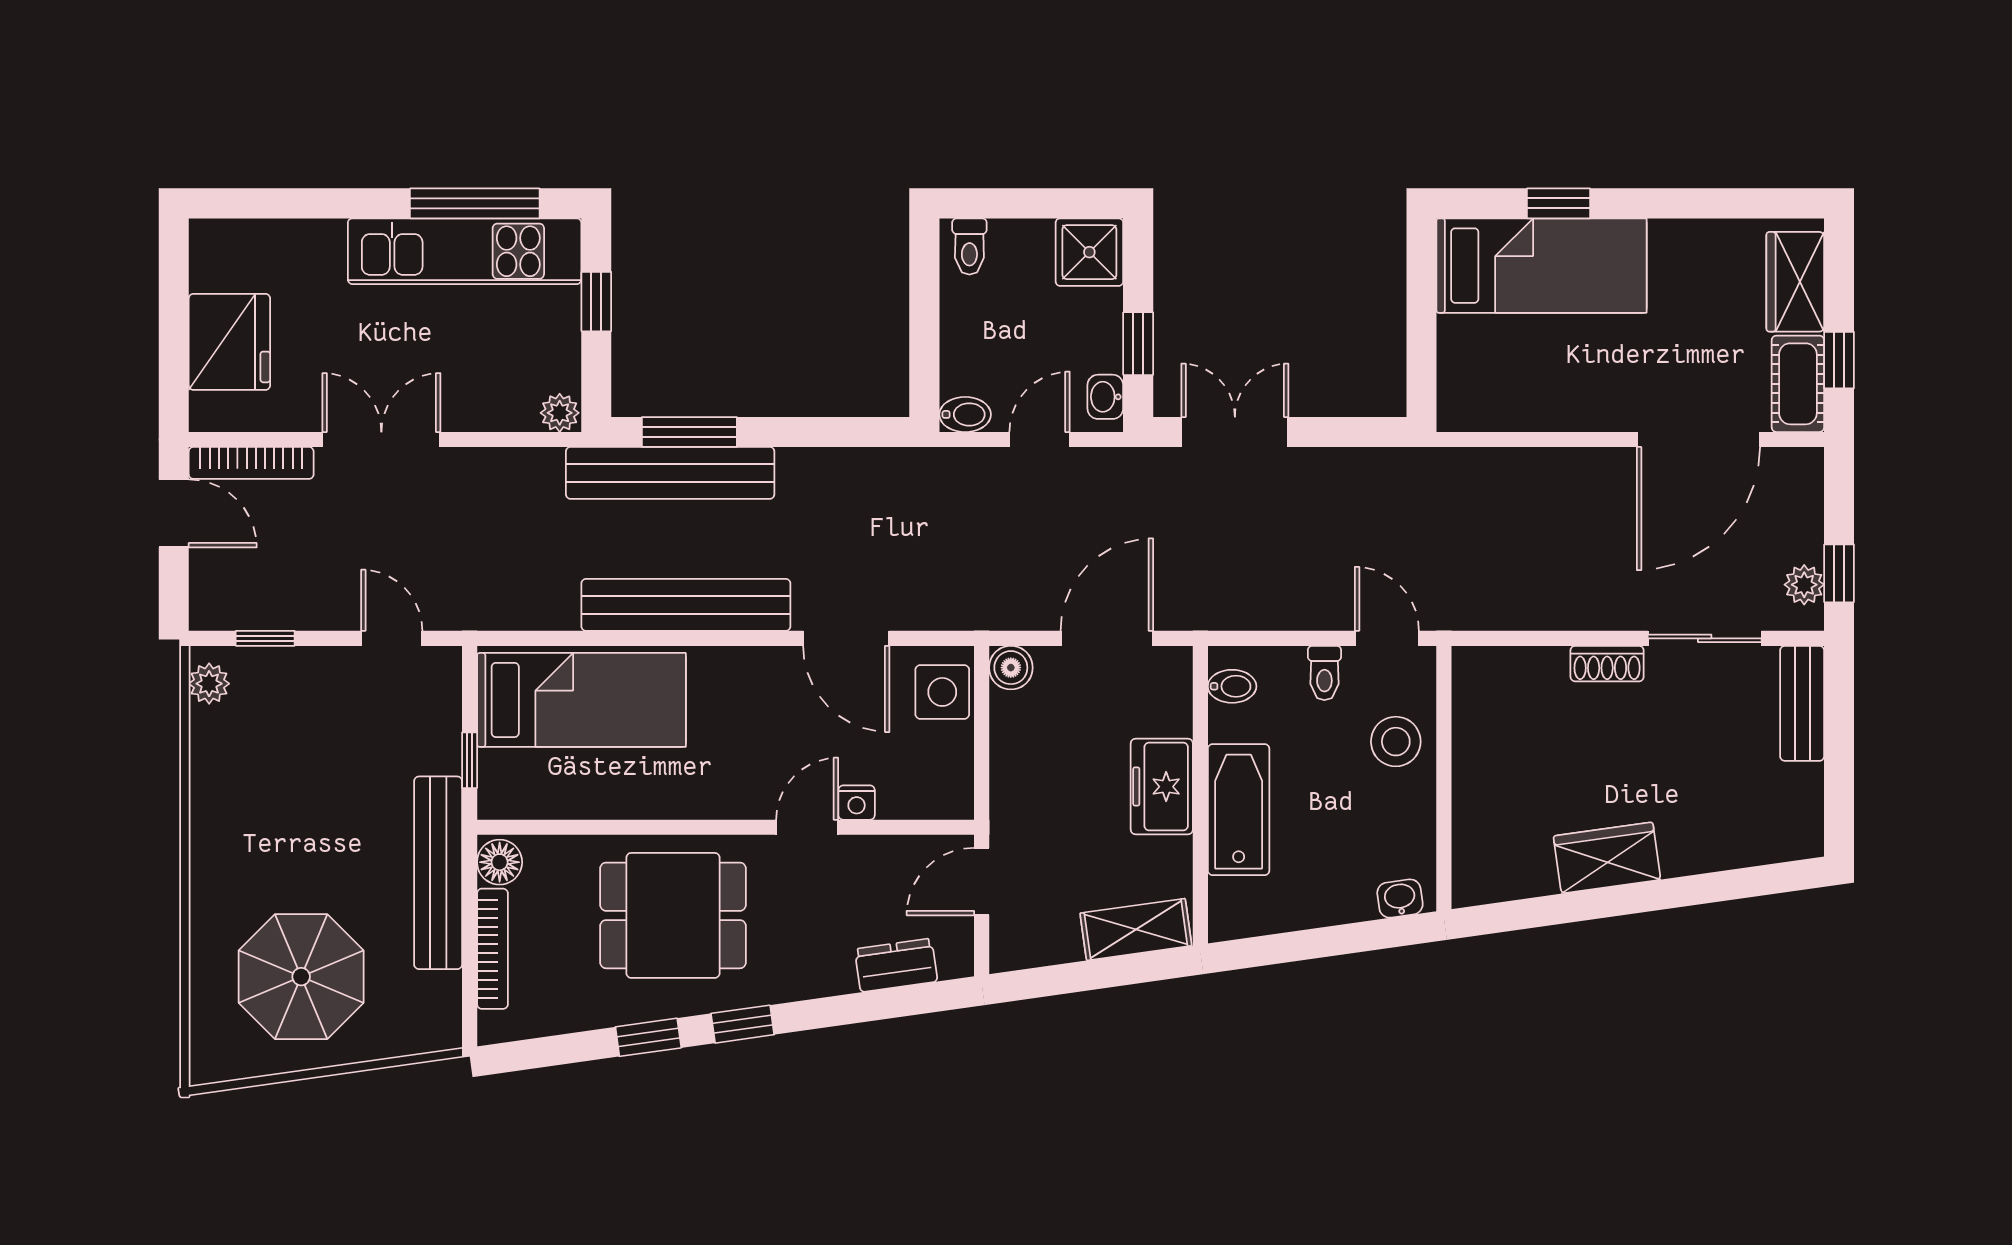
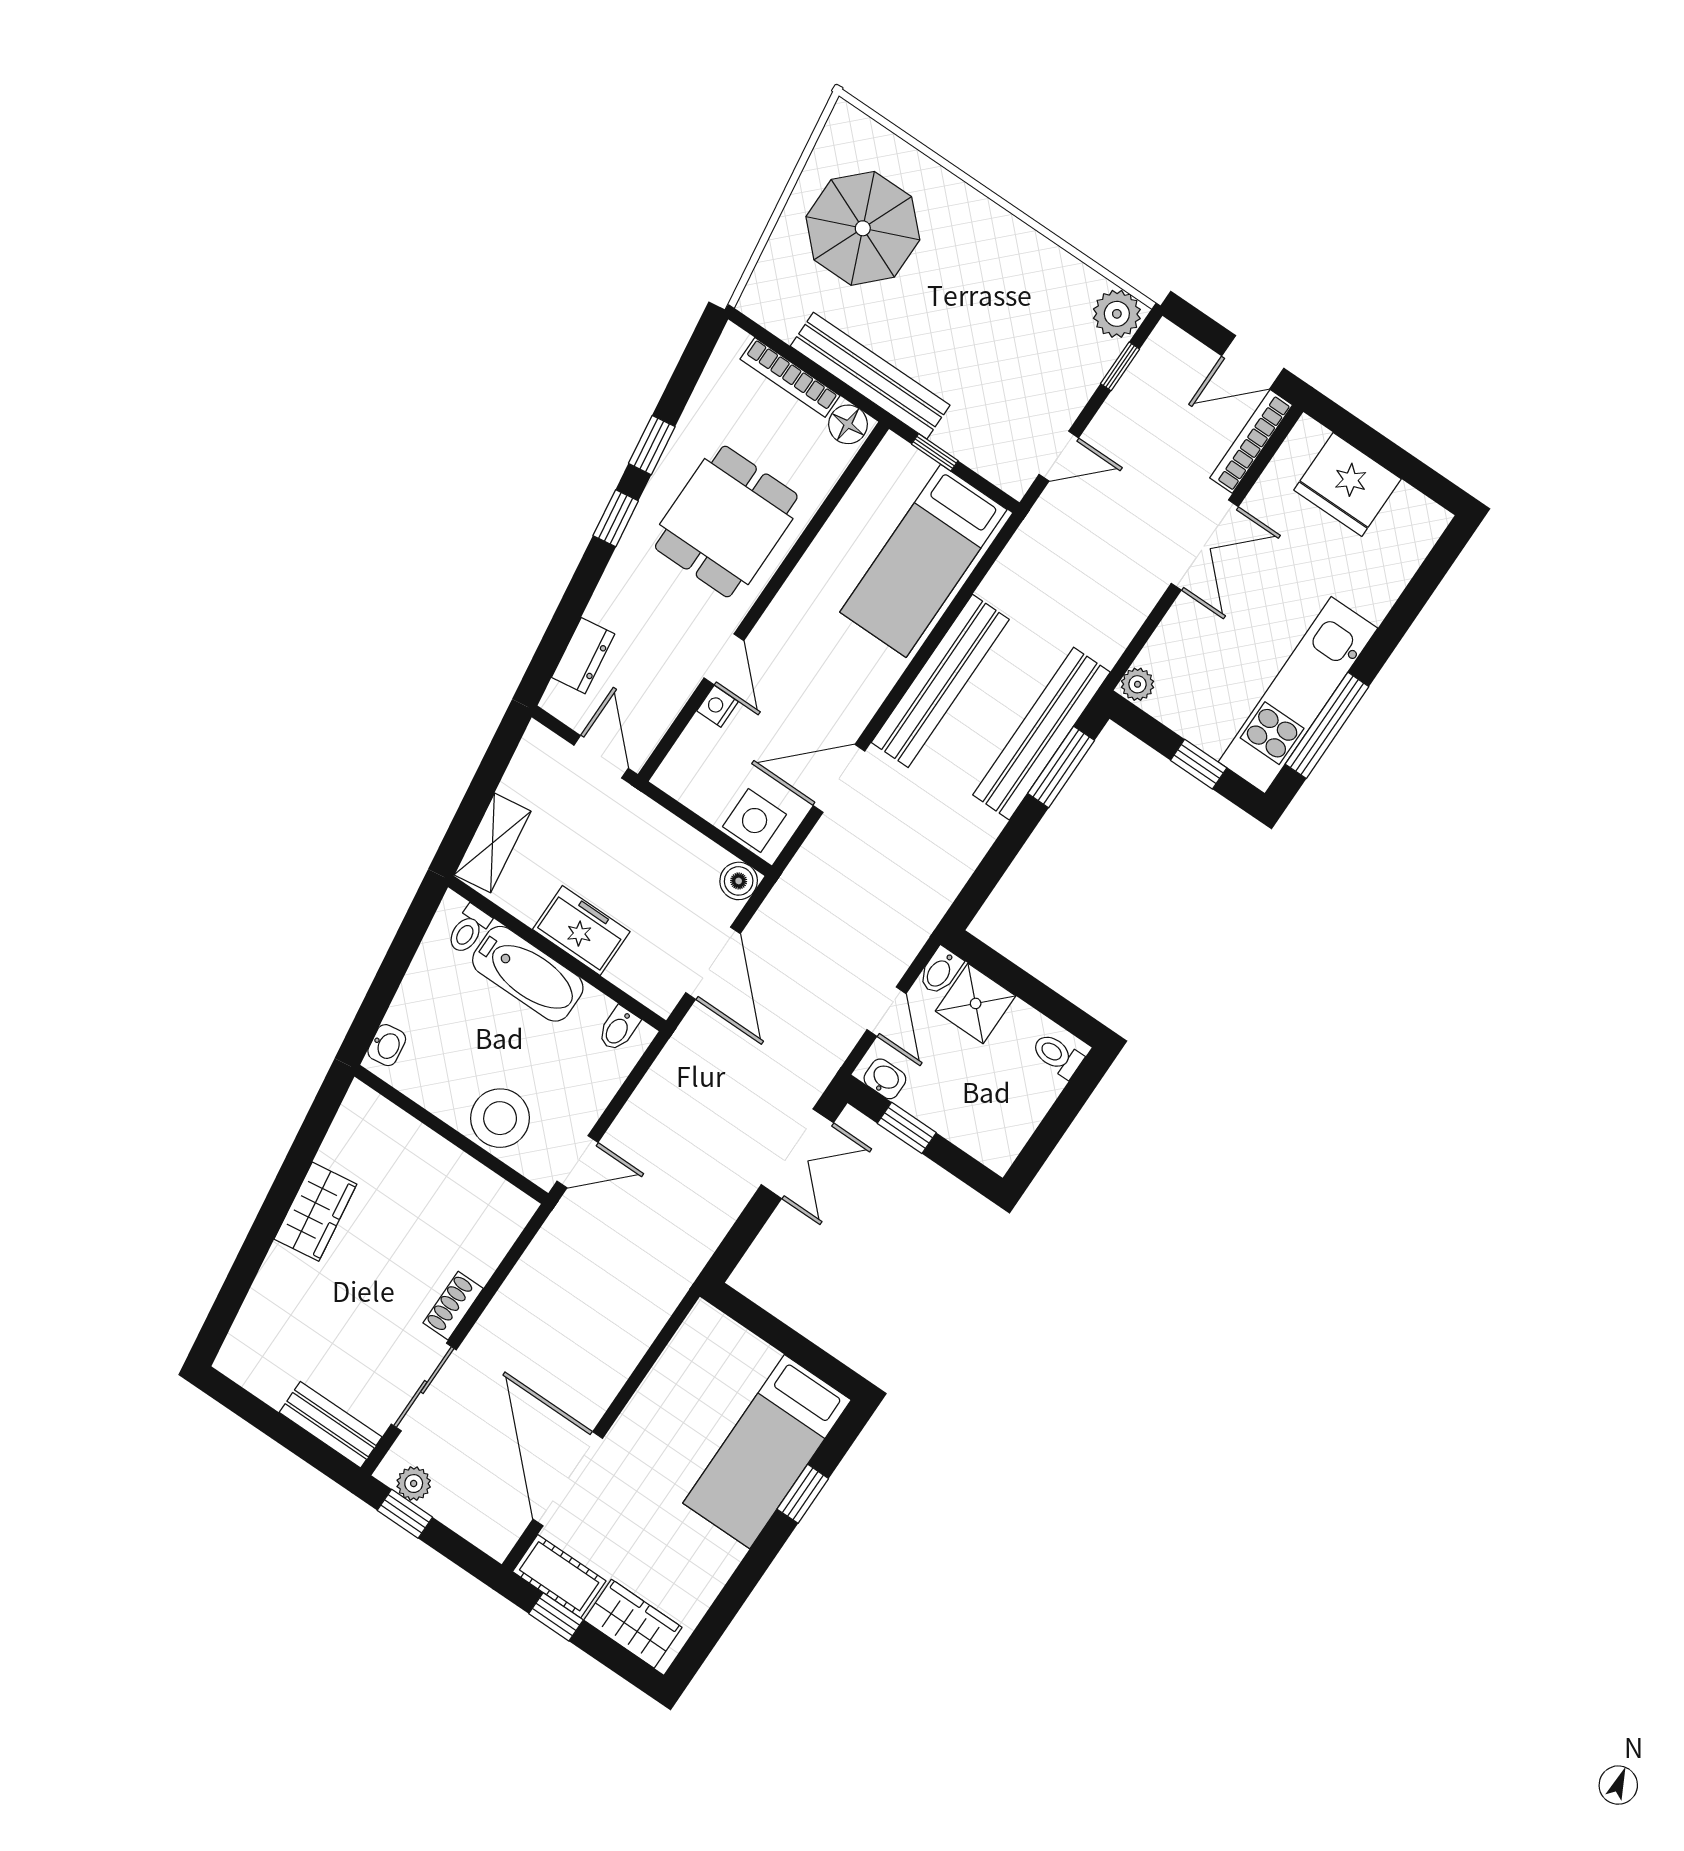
shower: (1089, 252) -> (976, 1003), moved
toilet: (1324, 673) -> (468, 929), moved, turned -90
plant: (209, 684) -> (1117, 314), width x1.38, depth x1.38
stool: (1396, 742) -> (500, 1118), width x1.38, depth x1.38

